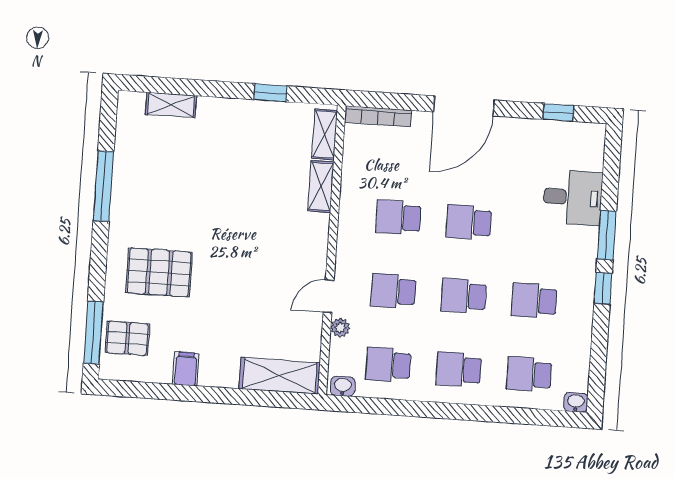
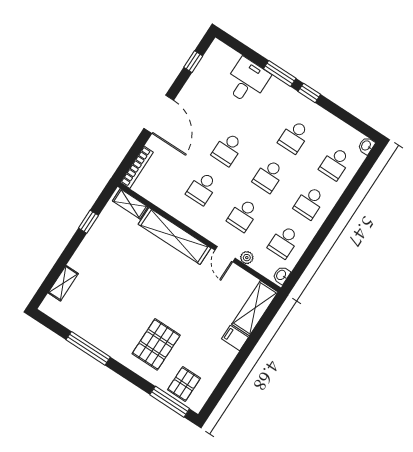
shelving: (321, 186) -> (174, 236), width x2.20, depth x1.33
filing cabinet: (186, 369) -> (235, 338), moved

